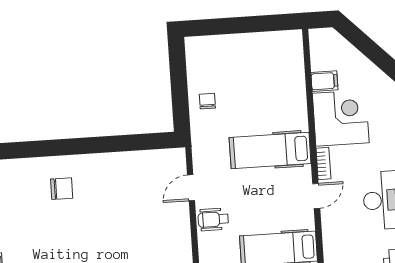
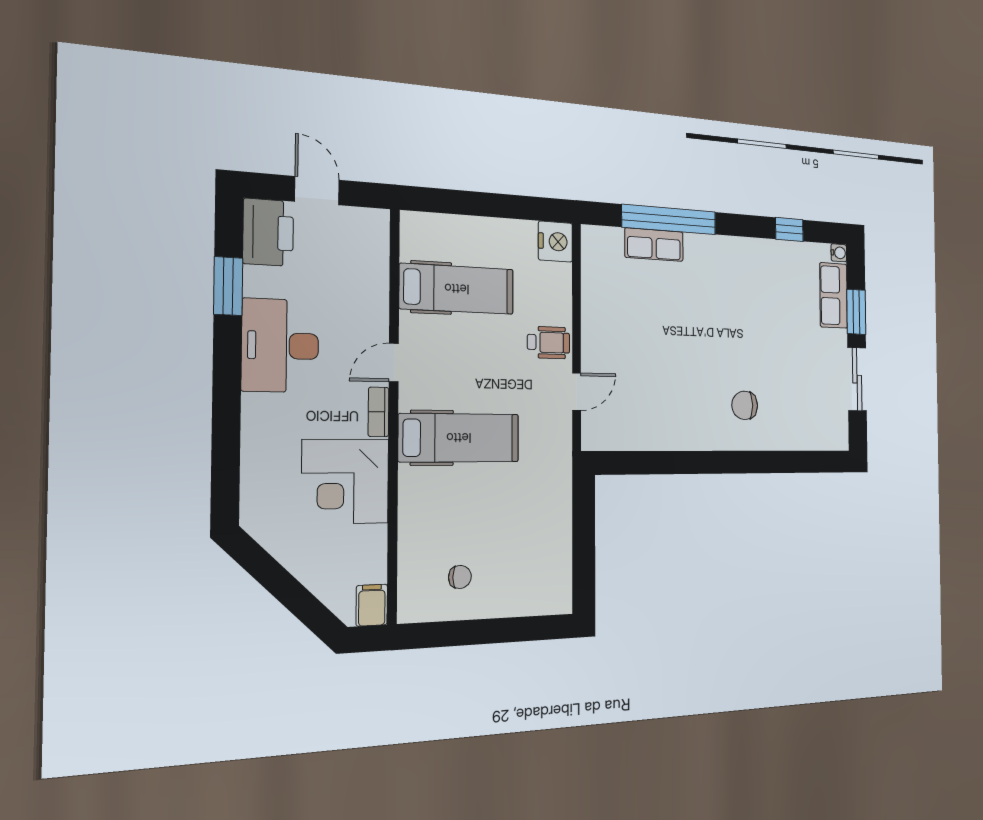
filing cabinet: (324, 81) -> (372, 605), moved, turned 90
chair: (207, 101) -> (460, 577), moved, turned -90

